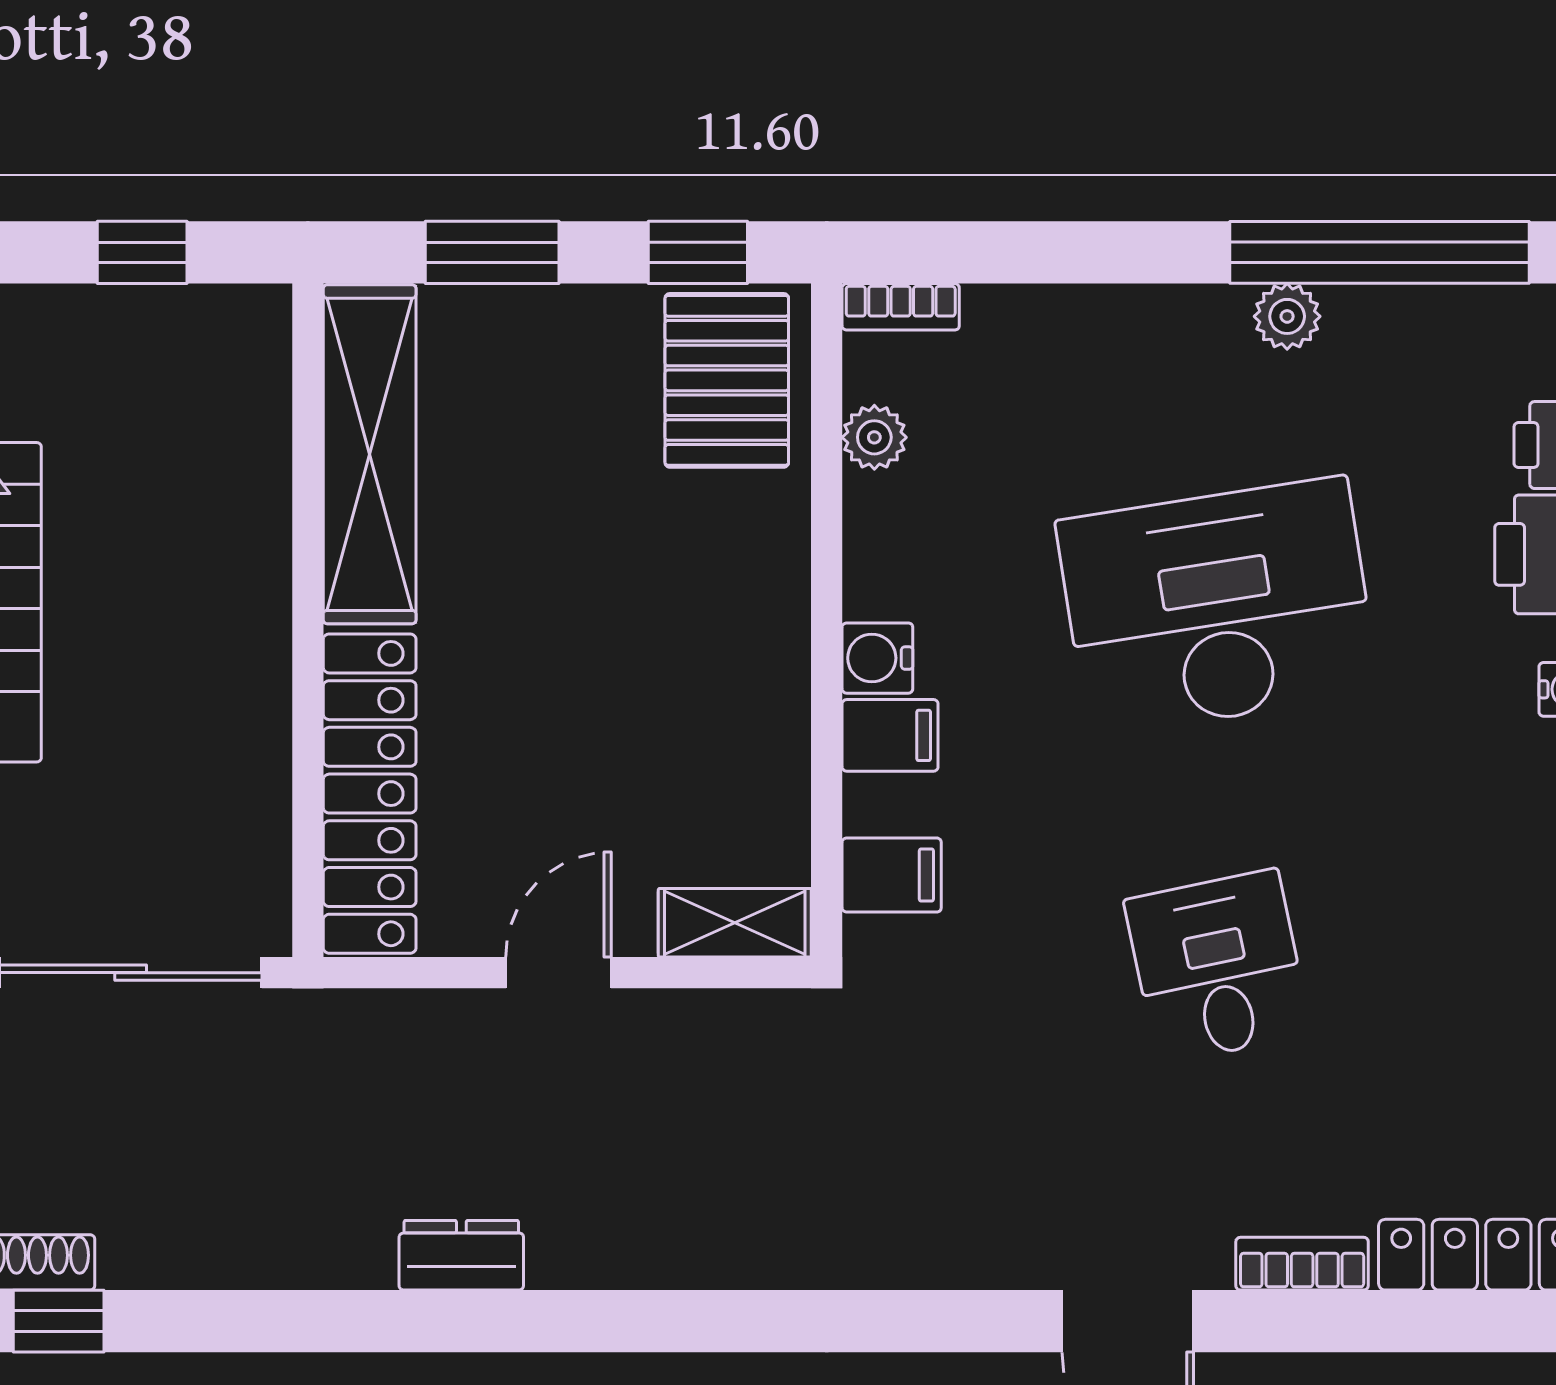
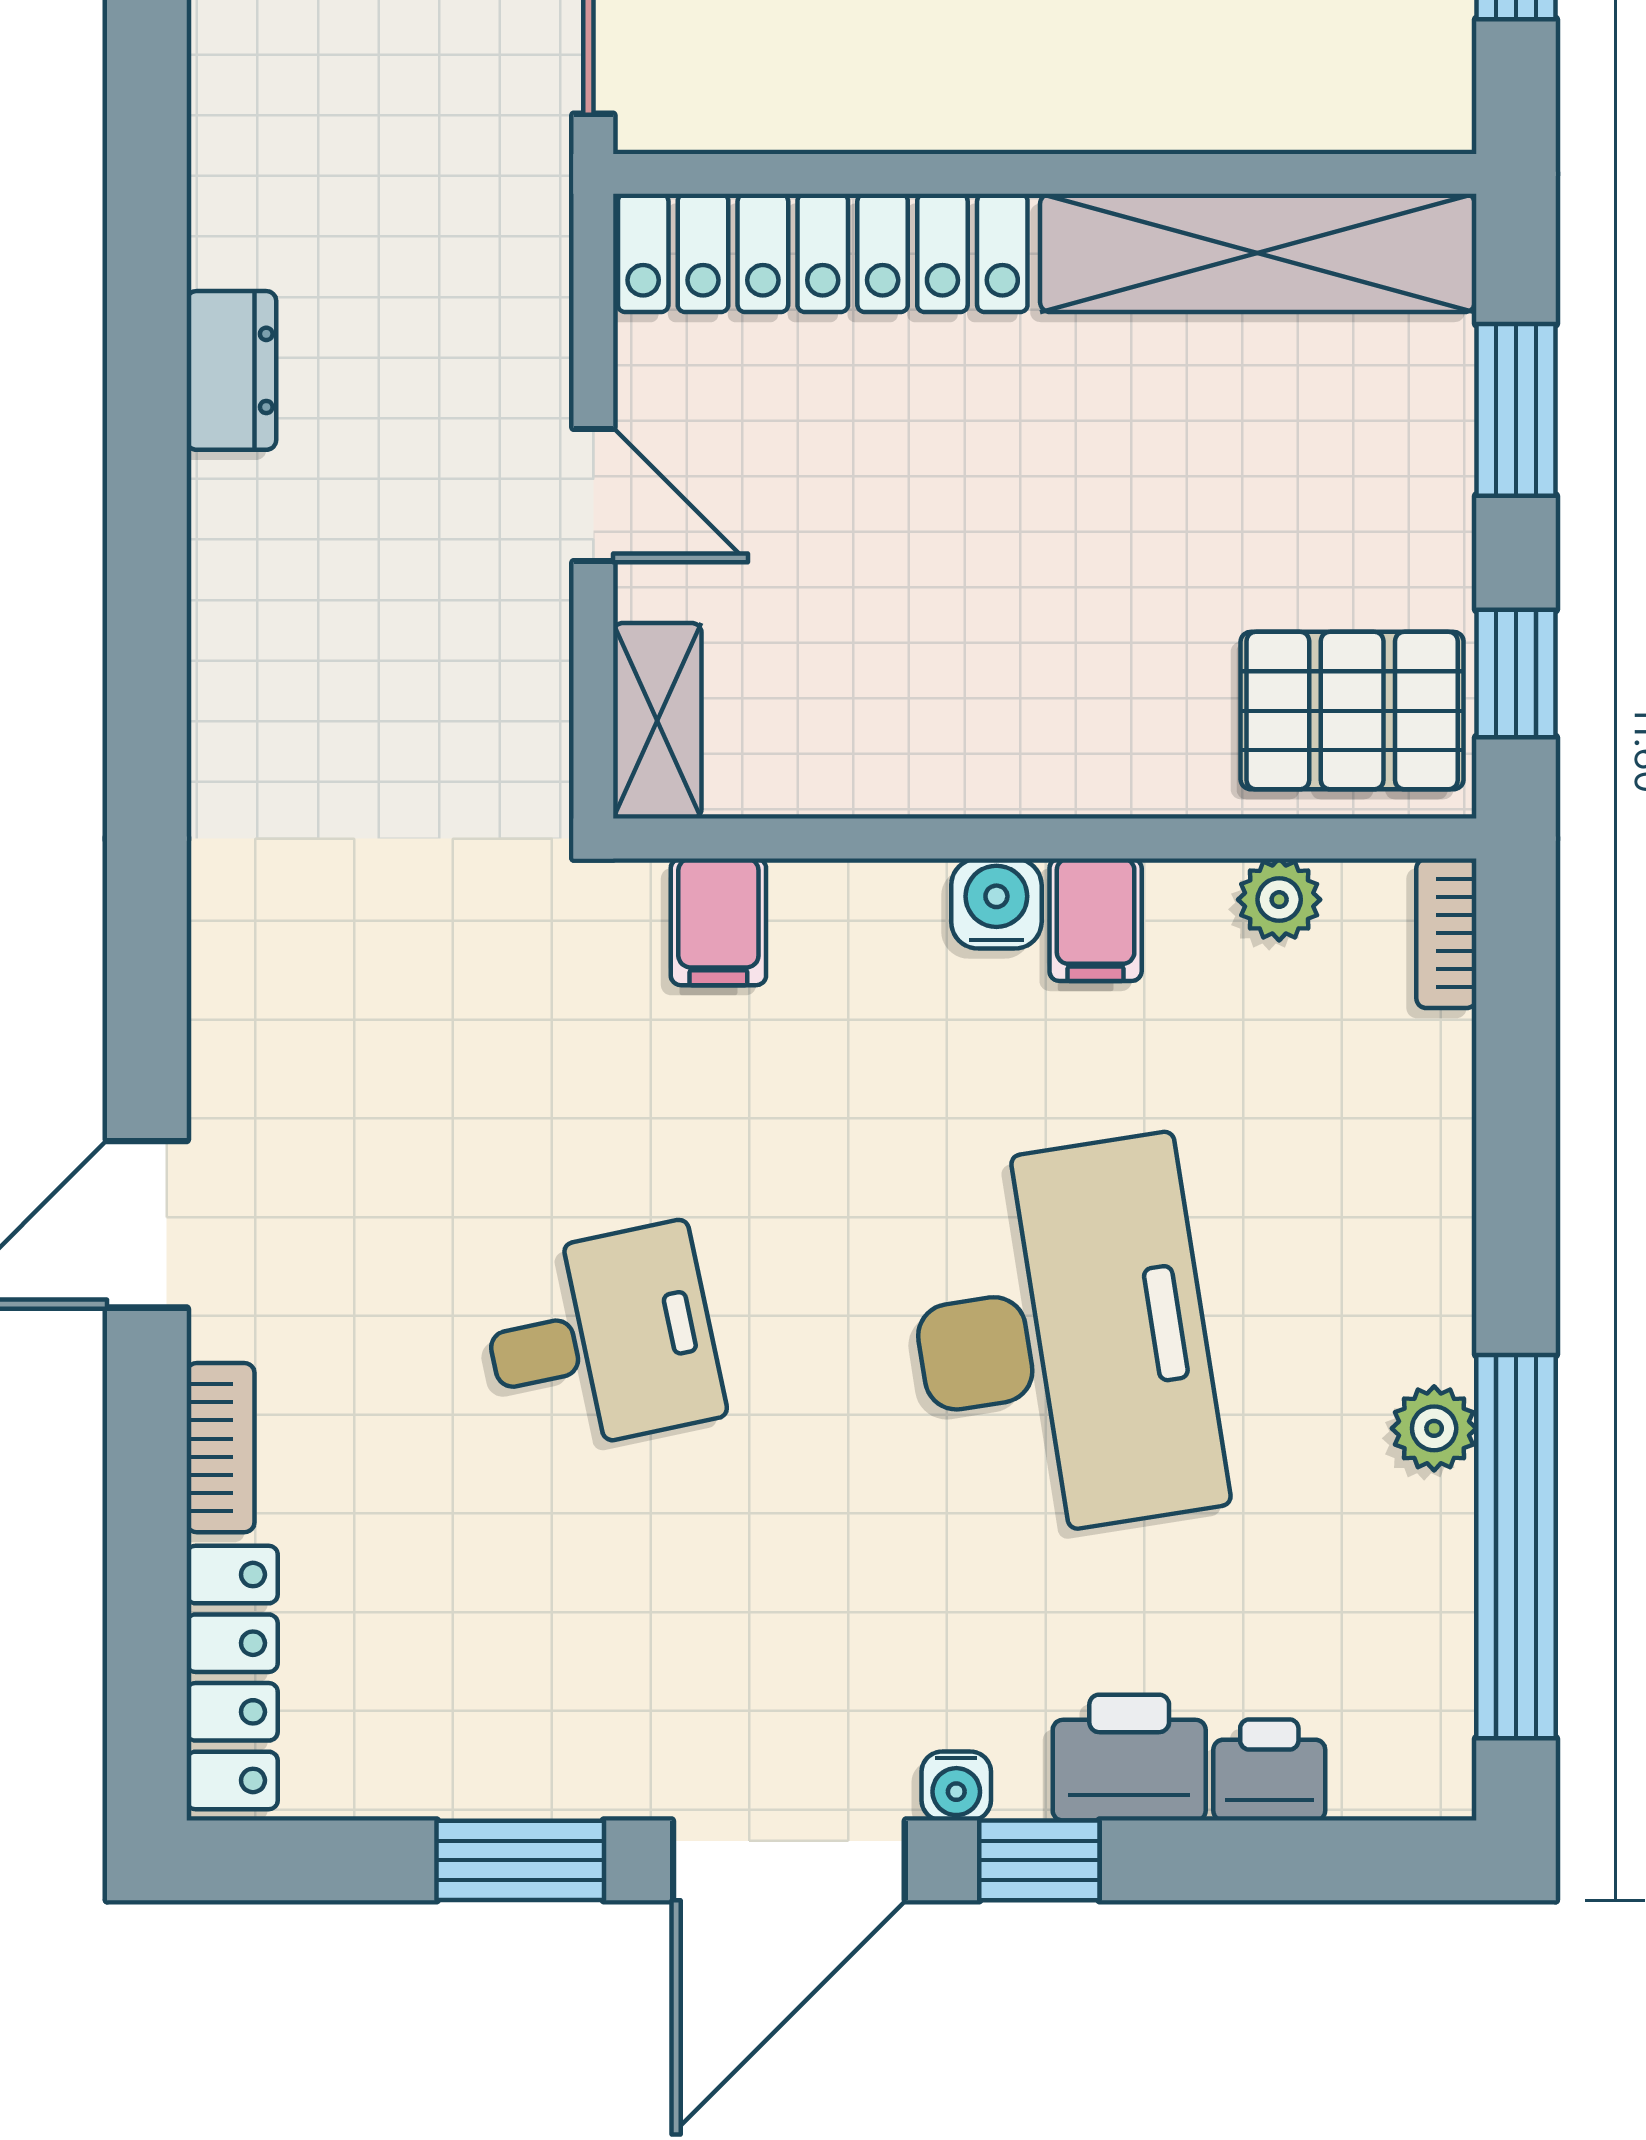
filing cabinet: (890, 735) -> (1096, 920), moved

